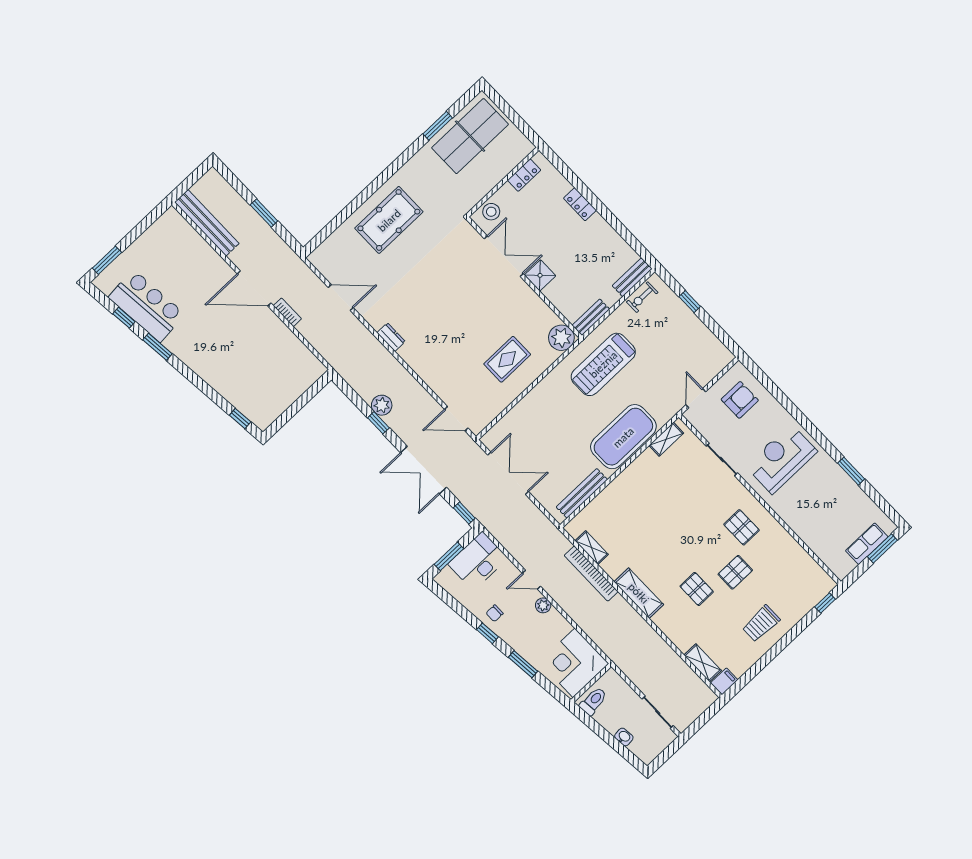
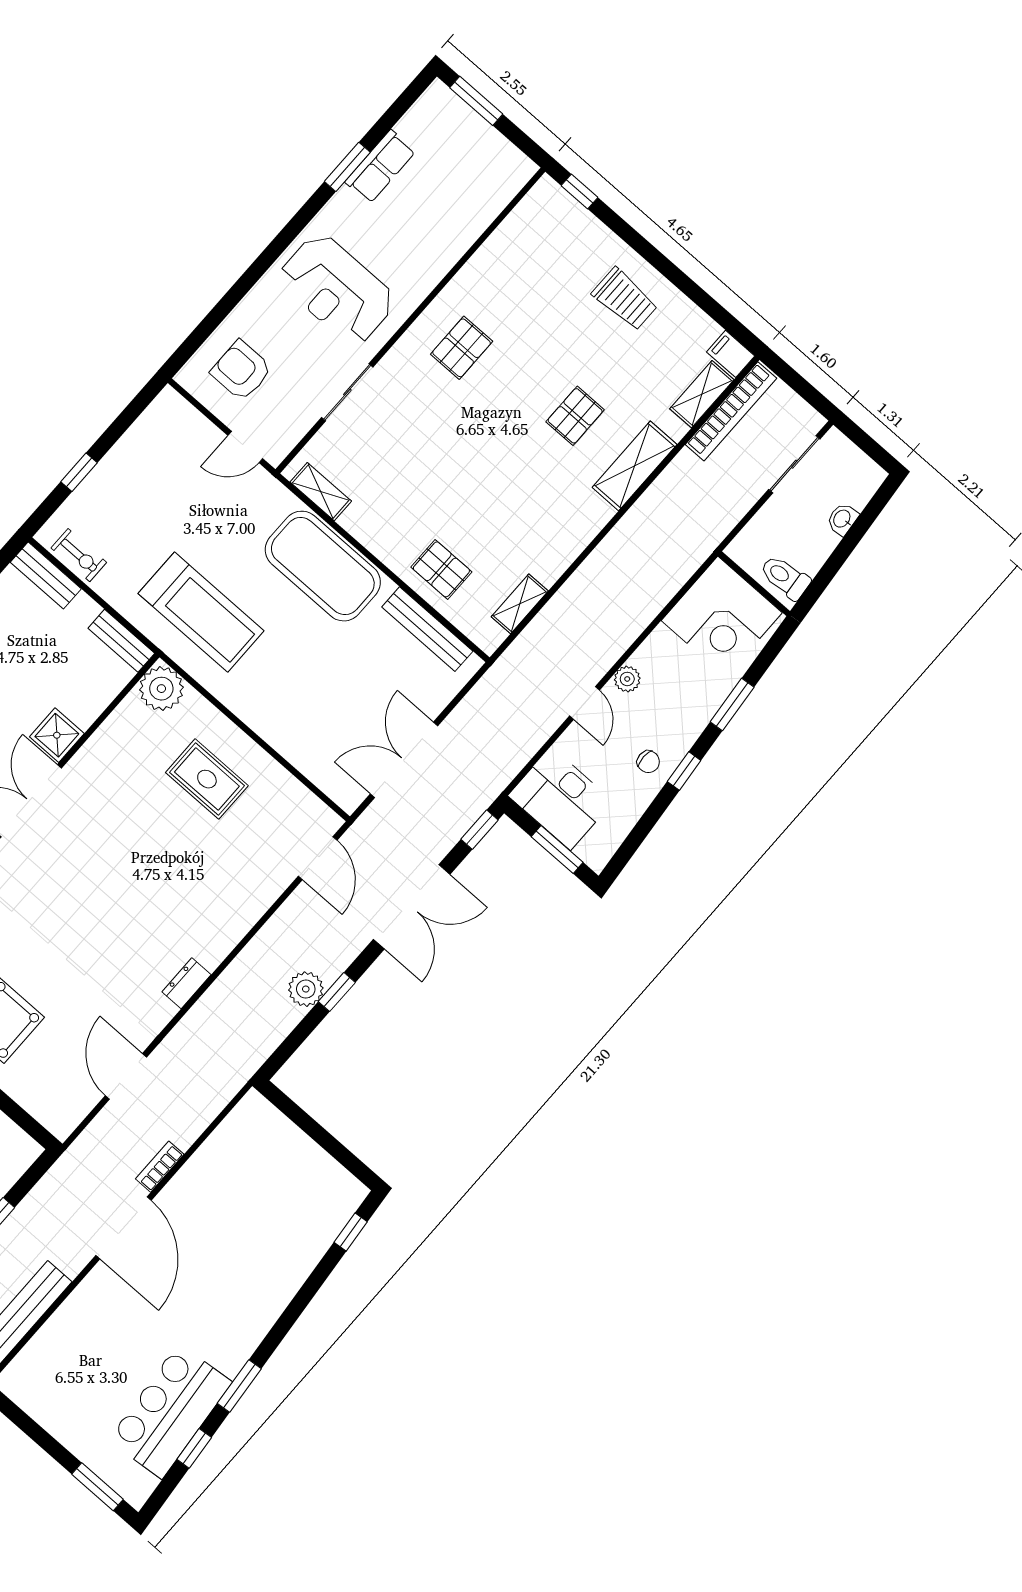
row of seats: (867, 544) -> (380, 167), moved, turned -90
pallet: (735, 572) -> (441, 569), moved
bookcase: (591, 573) -> (731, 411), moved
shelving: (639, 593) -> (635, 466), moved

